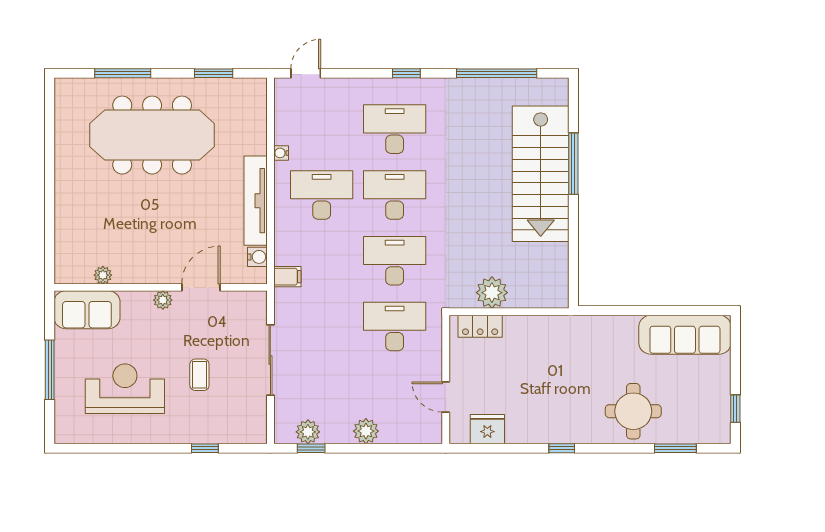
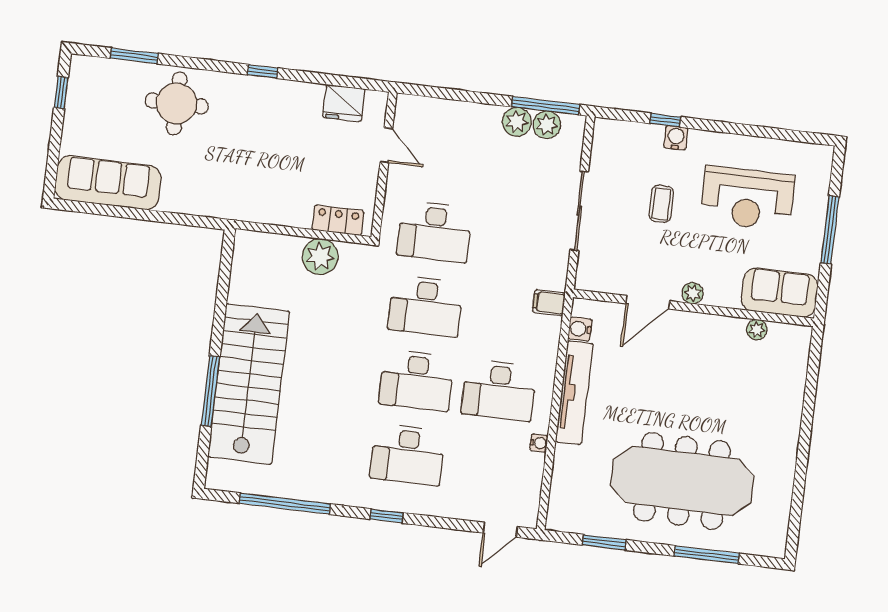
plant: (366, 431) -> (517, 122), moved
water cooler: (194, 434) -> (676, 138), added
window: (311, 448) -> (545, 106), width x2.17

